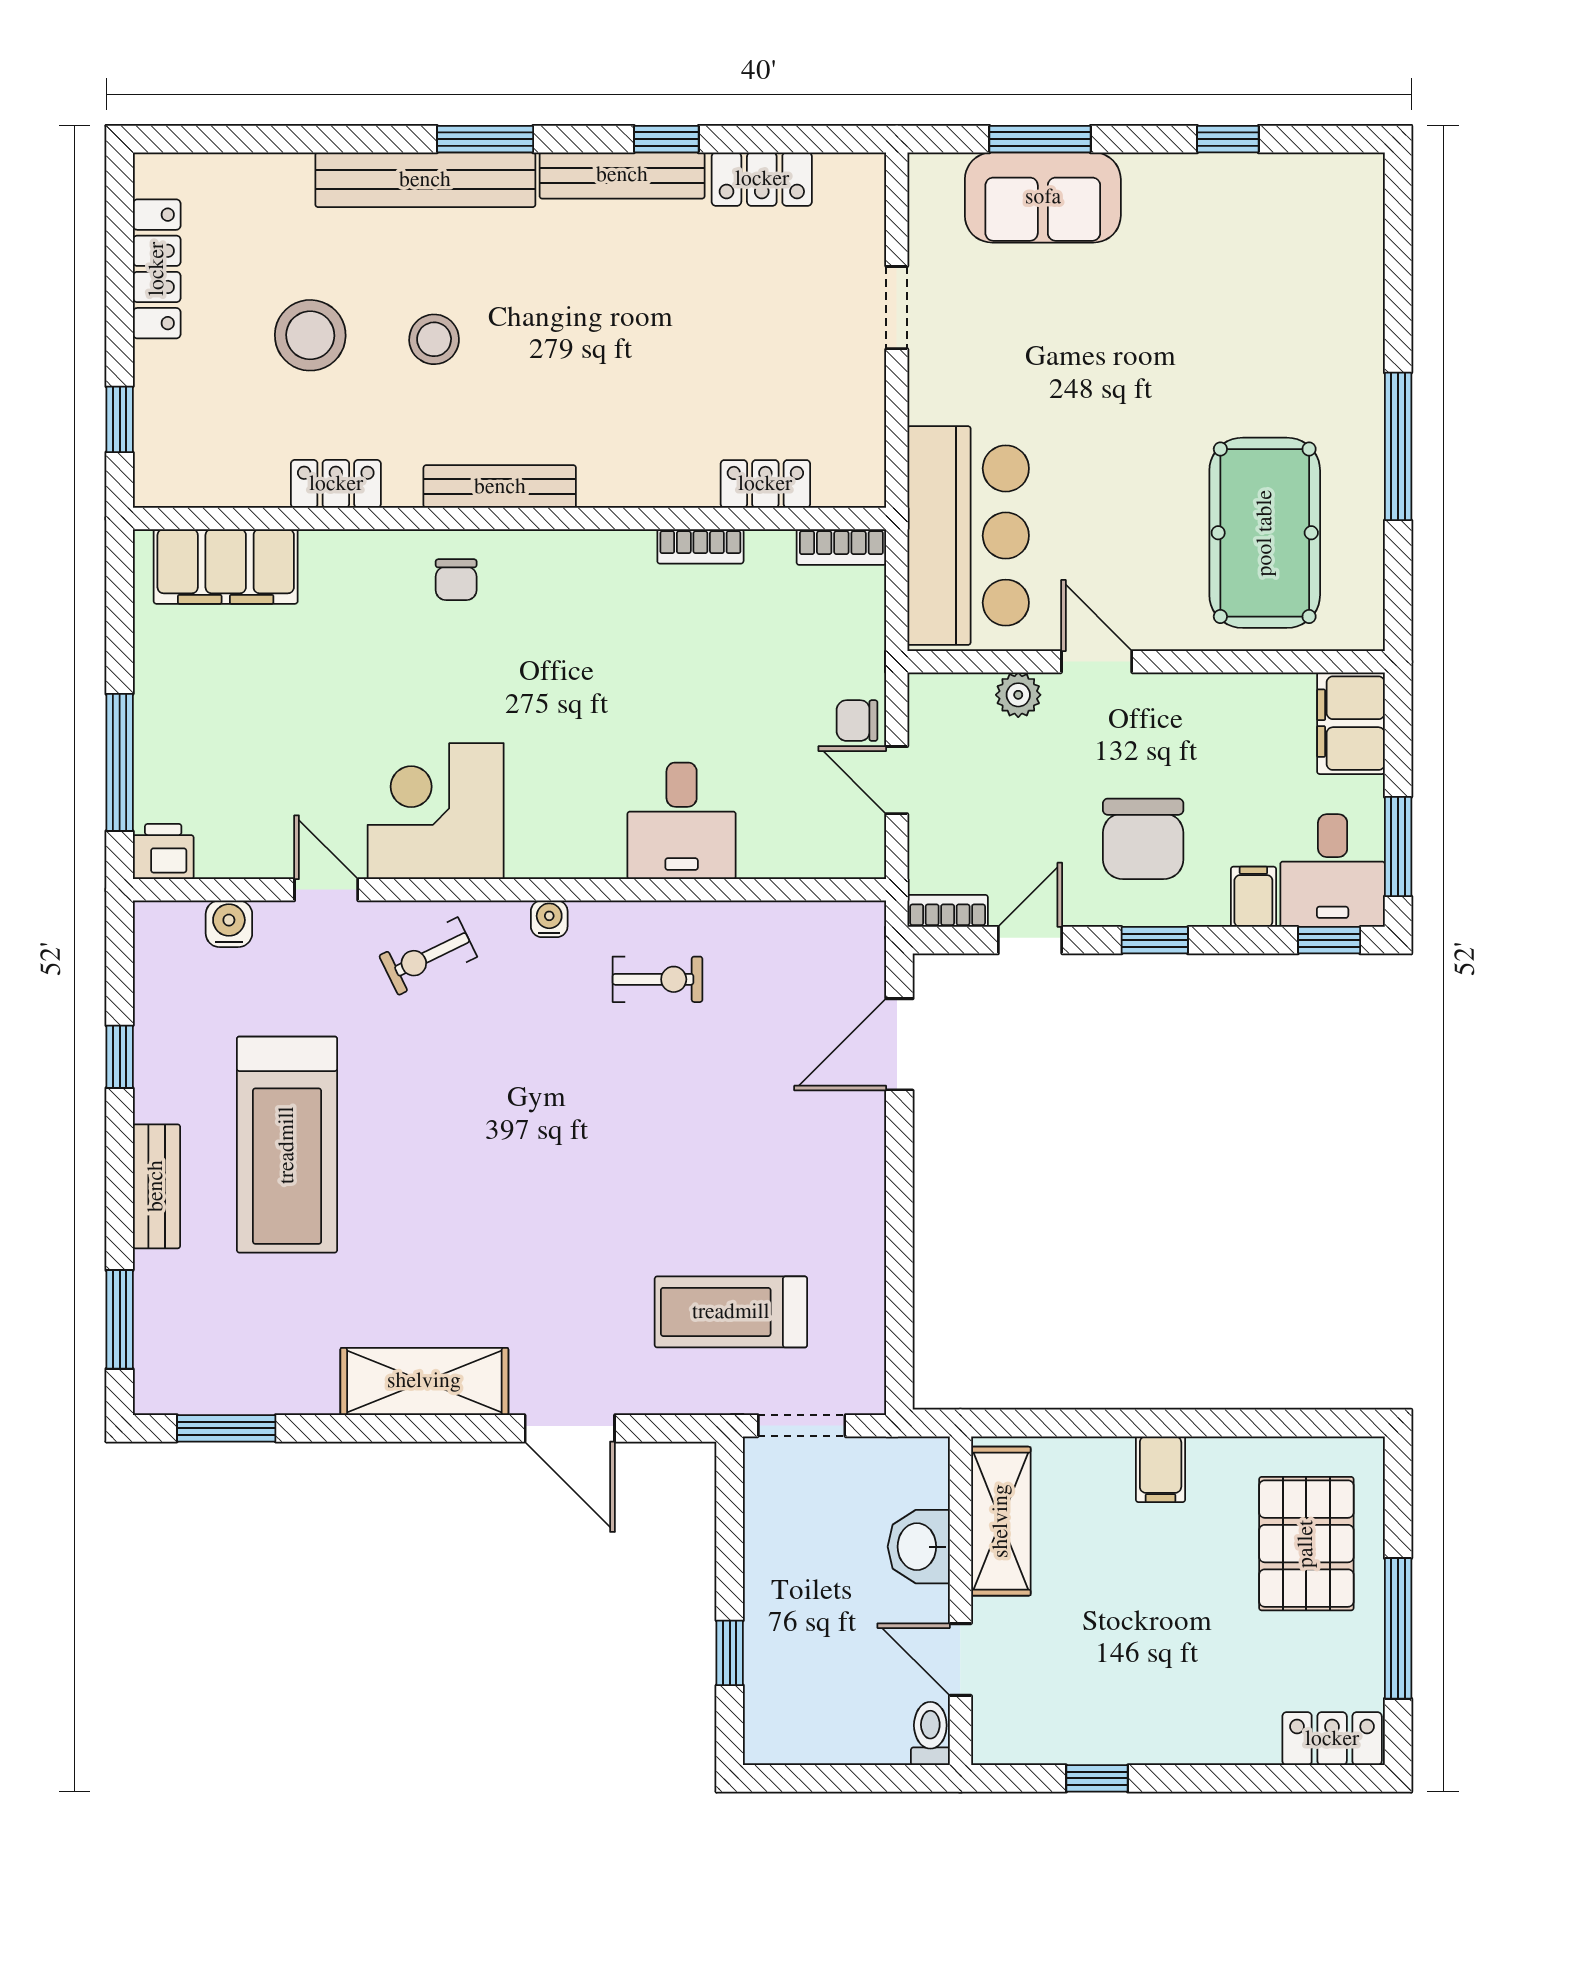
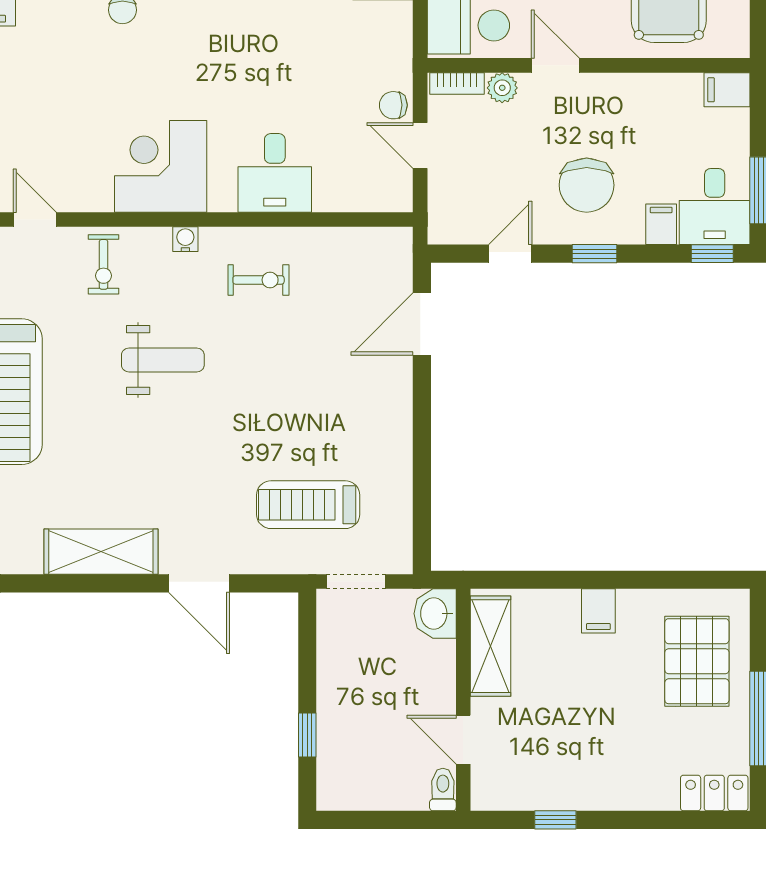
filing cabinet: (1351, 723) -> (727, 90), width x0.50
corner desk: (436, 811) -> (161, 166), moved
bookcase: (948, 911) -> (457, 83), moved, turned 180
exercise bike: (428, 956) -> (103, 264), turned -64
weight bench: (516, 1098) -> (163, 360), added
washbasin: (919, 1547) -> (435, 614), moved

